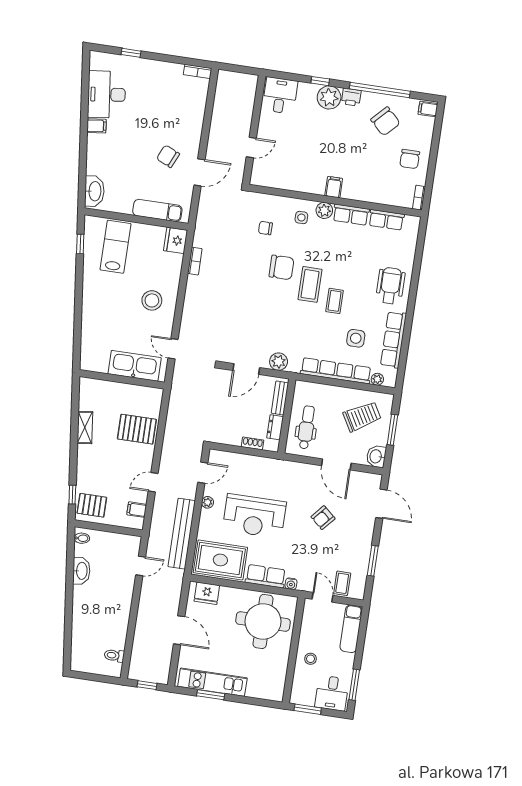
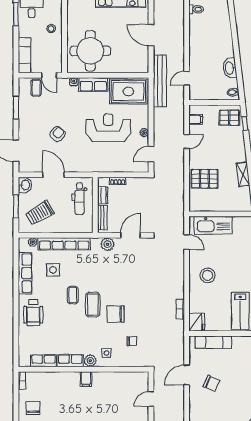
bench: (182, 534) -> (160, 81), moved
fridge: (207, 593) -> (135, 65), removed

